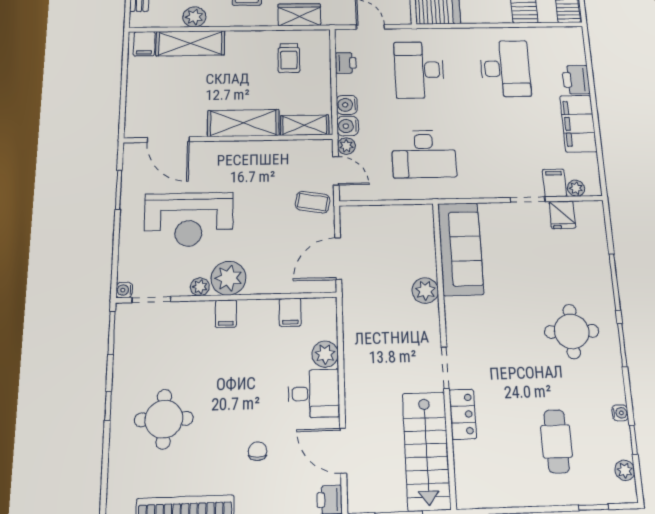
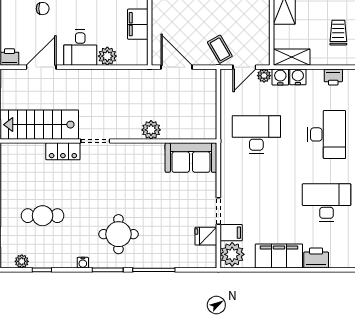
trolley: (289, 58) -> (338, 33), turned 90
desk: (505, 69) -> (327, 203), turned 180
desk: (419, 70) -> (327, 134), turned 90
shelving: (305, 125) -> (292, 57), moved, turned 90
desk: (424, 154) -> (256, 134), turned 90
plant: (576, 188) -> (232, 254), width x1.88, depth x1.88
coffee table: (313, 202) -> (220, 49), turned -40
sofa: (460, 249) -> (191, 158), width x0.73
filing cabinet: (290, 312) -> (138, 24), width x2.00
water cooler: (620, 413) -> (83, 263), moved

